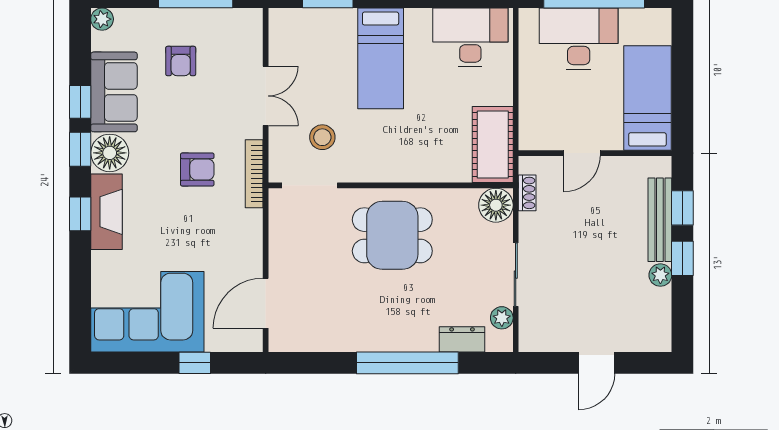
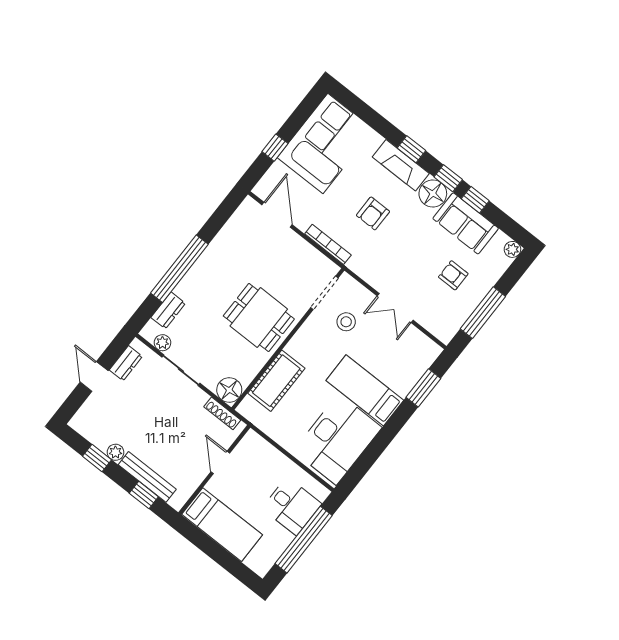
desk: (470, 37) -> (337, 439), width x1.36, depth x1.30
desk: (579, 39) -> (292, 506), width x0.73
cot: (493, 145) -> (276, 381), moved, turned 90
armchair: (197, 169) -> (373, 213), moved
bookcase: (254, 174) -> (328, 244), moved
shoe rack: (527, 193) -> (222, 413), width x1.43
dining table: (392, 235) -> (259, 317), turned 90
window: (682, 258) -> (97, 458), moved
dresser: (555, 340) -> (126, 363), added

